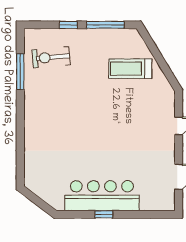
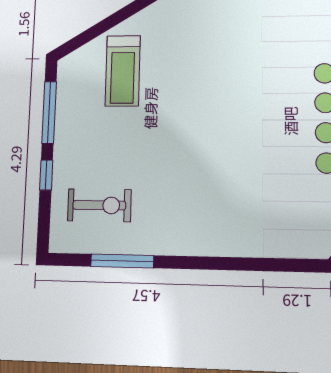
exercise bike: (51, 57) -> (99, 205), turned -85

